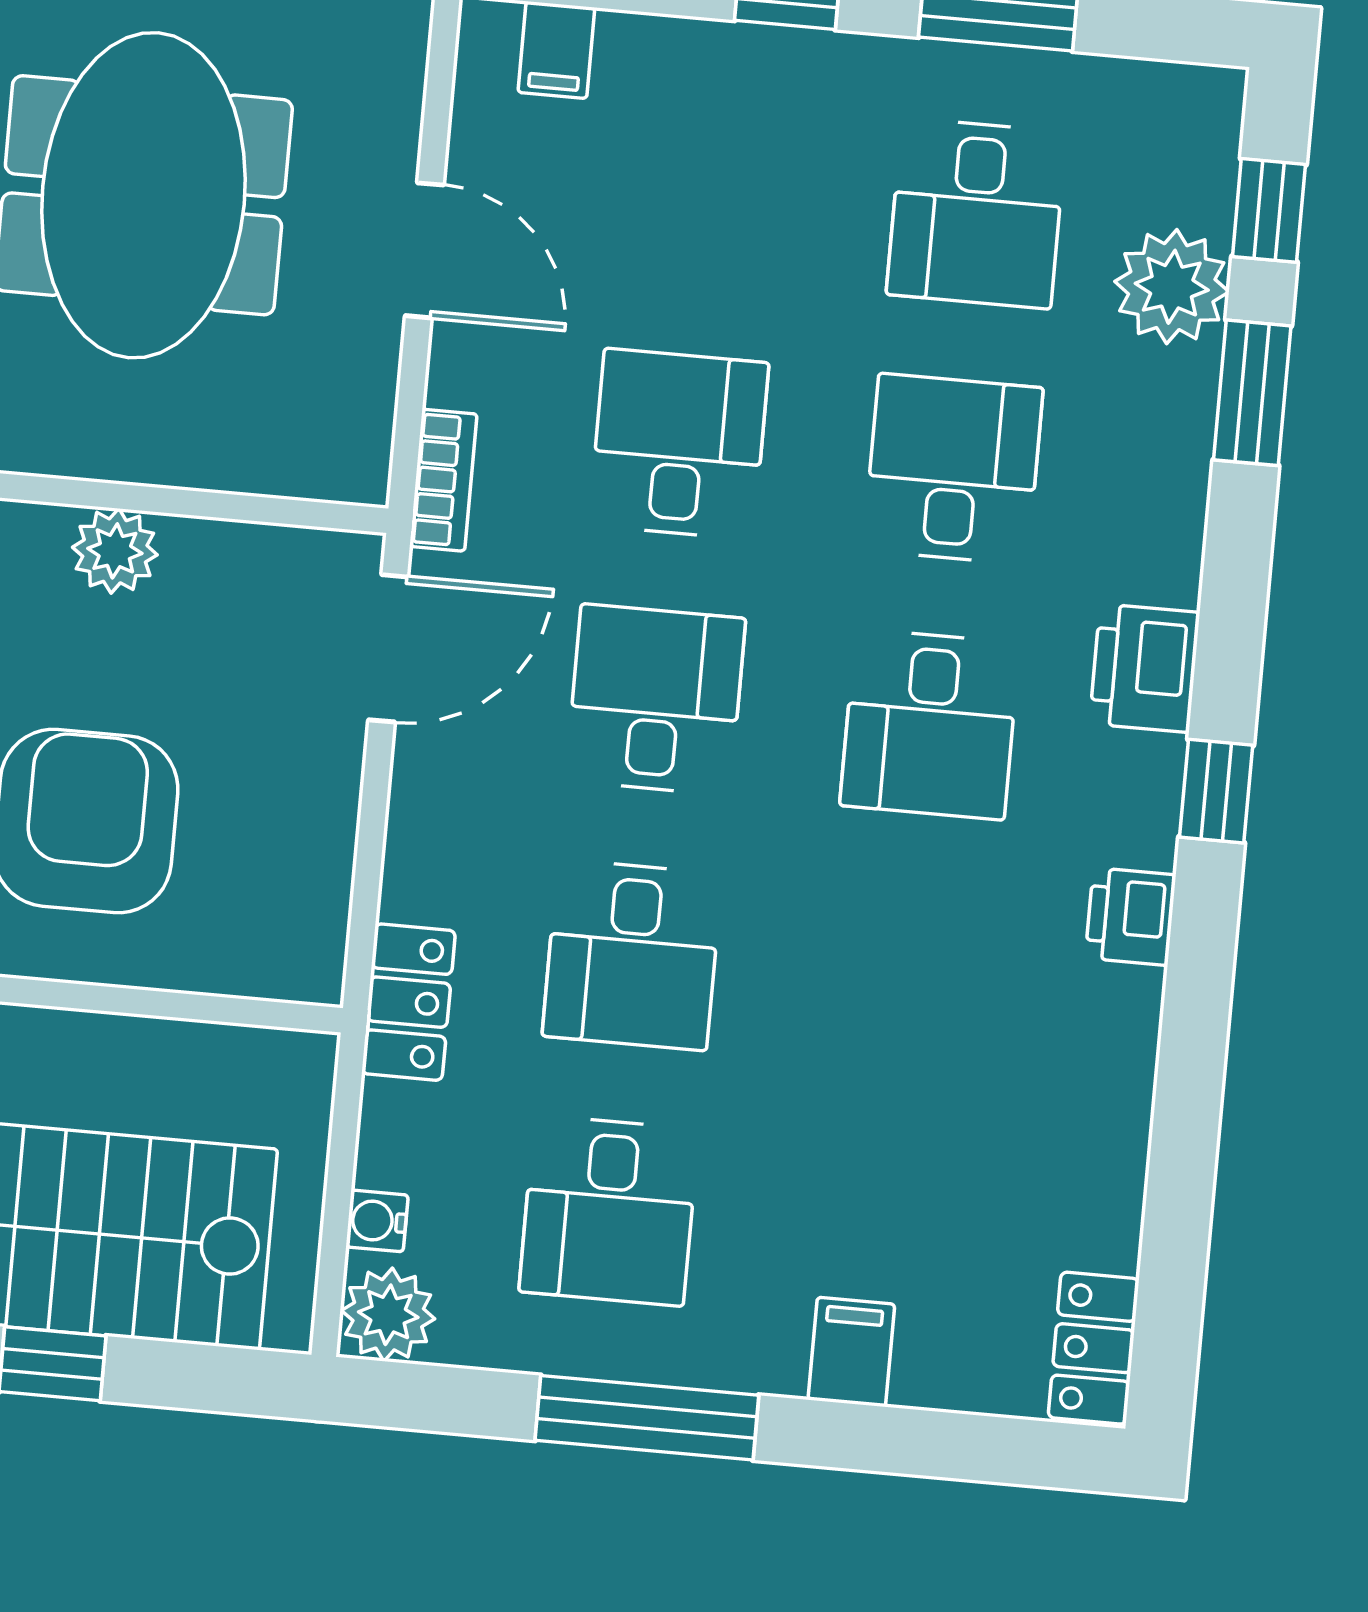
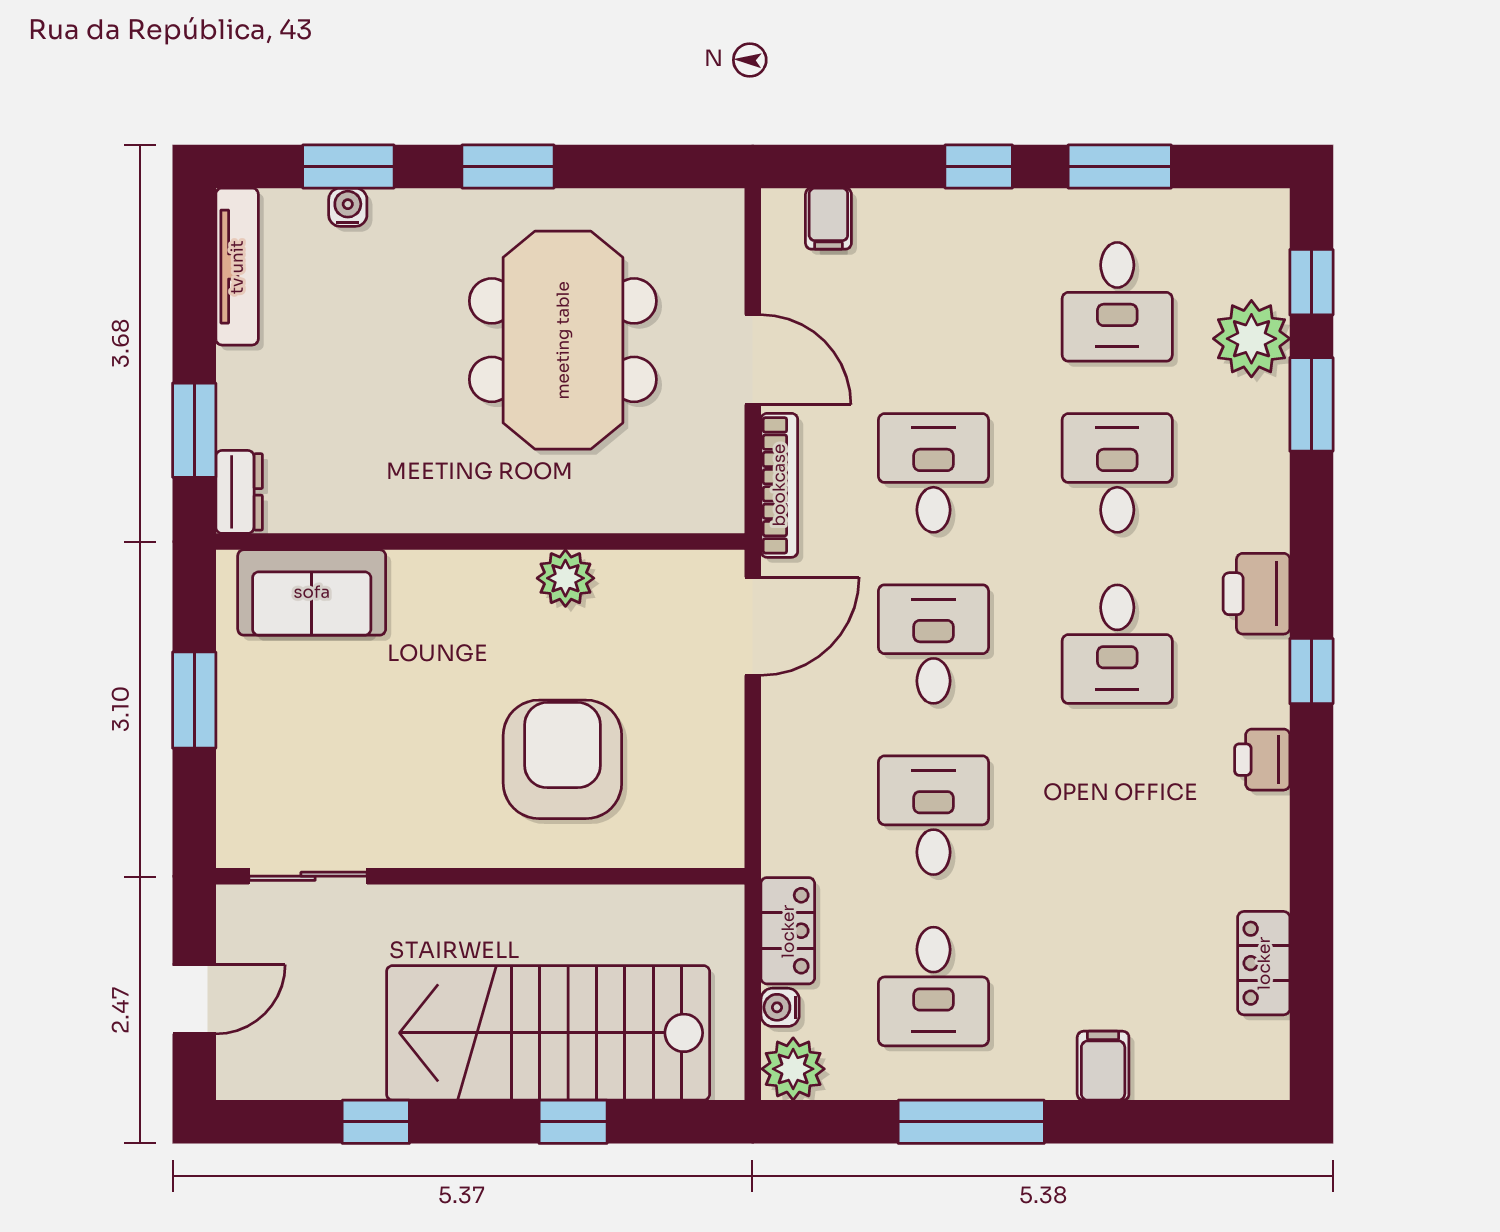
bookcase: (443, 480) -> (779, 485), width x1.56
desk: (632, 955) -> (933, 815), turned 180
locker: (409, 1002) -> (788, 931), moved
locker: (1094, 1348) -> (1264, 963), moved

